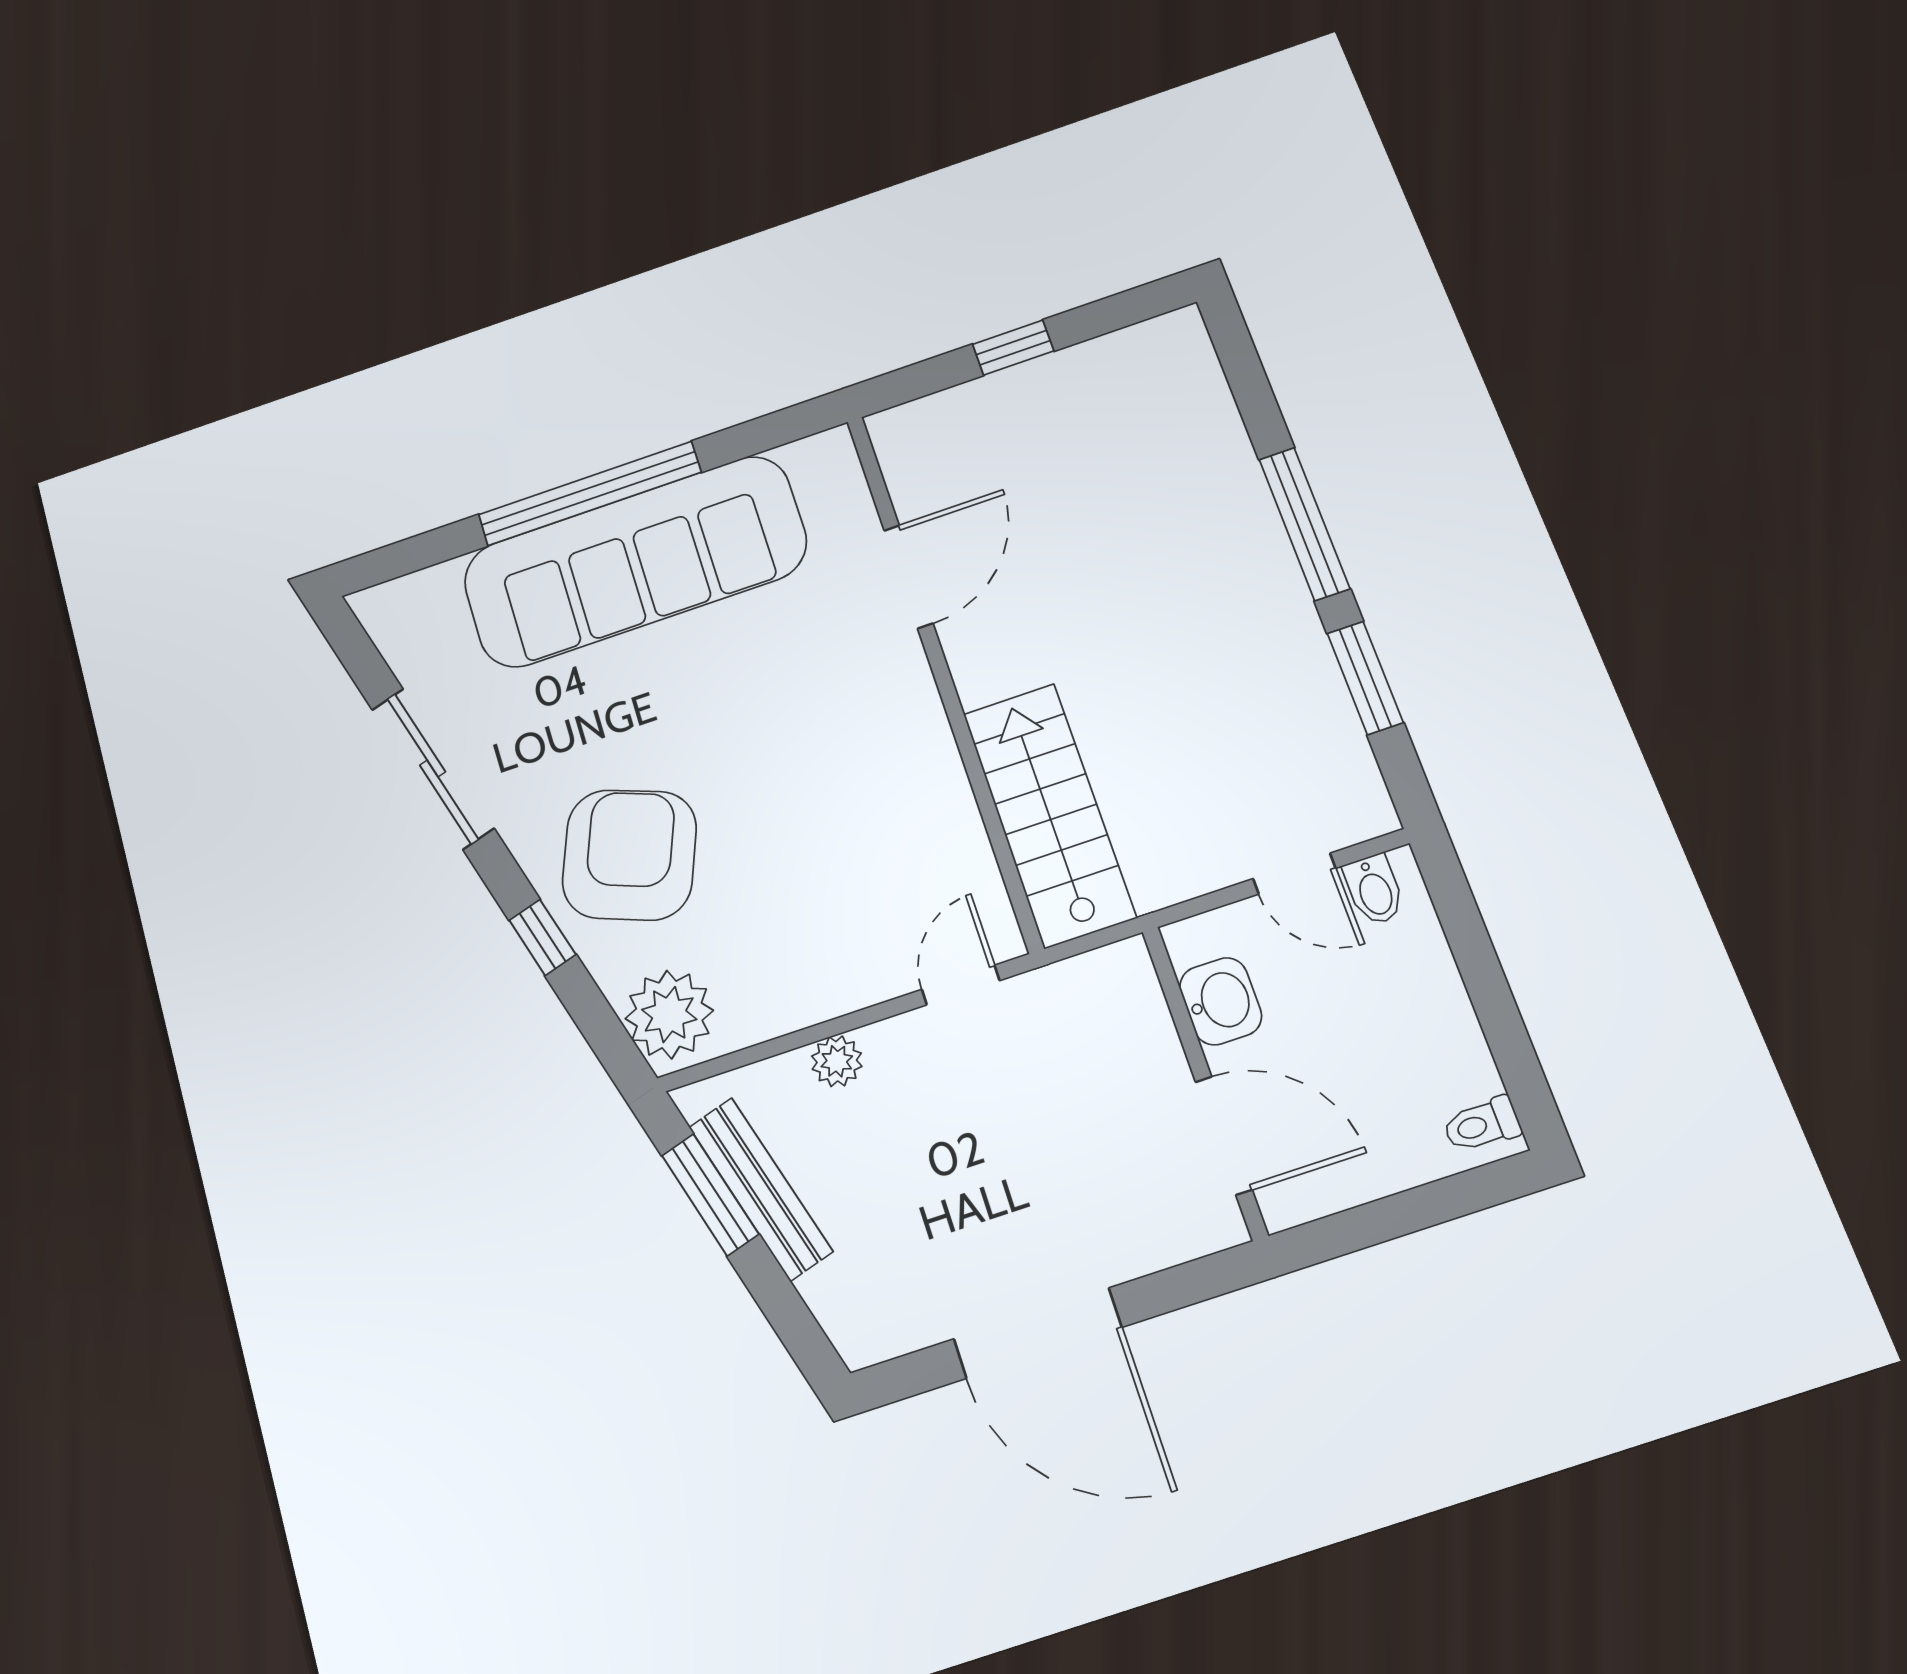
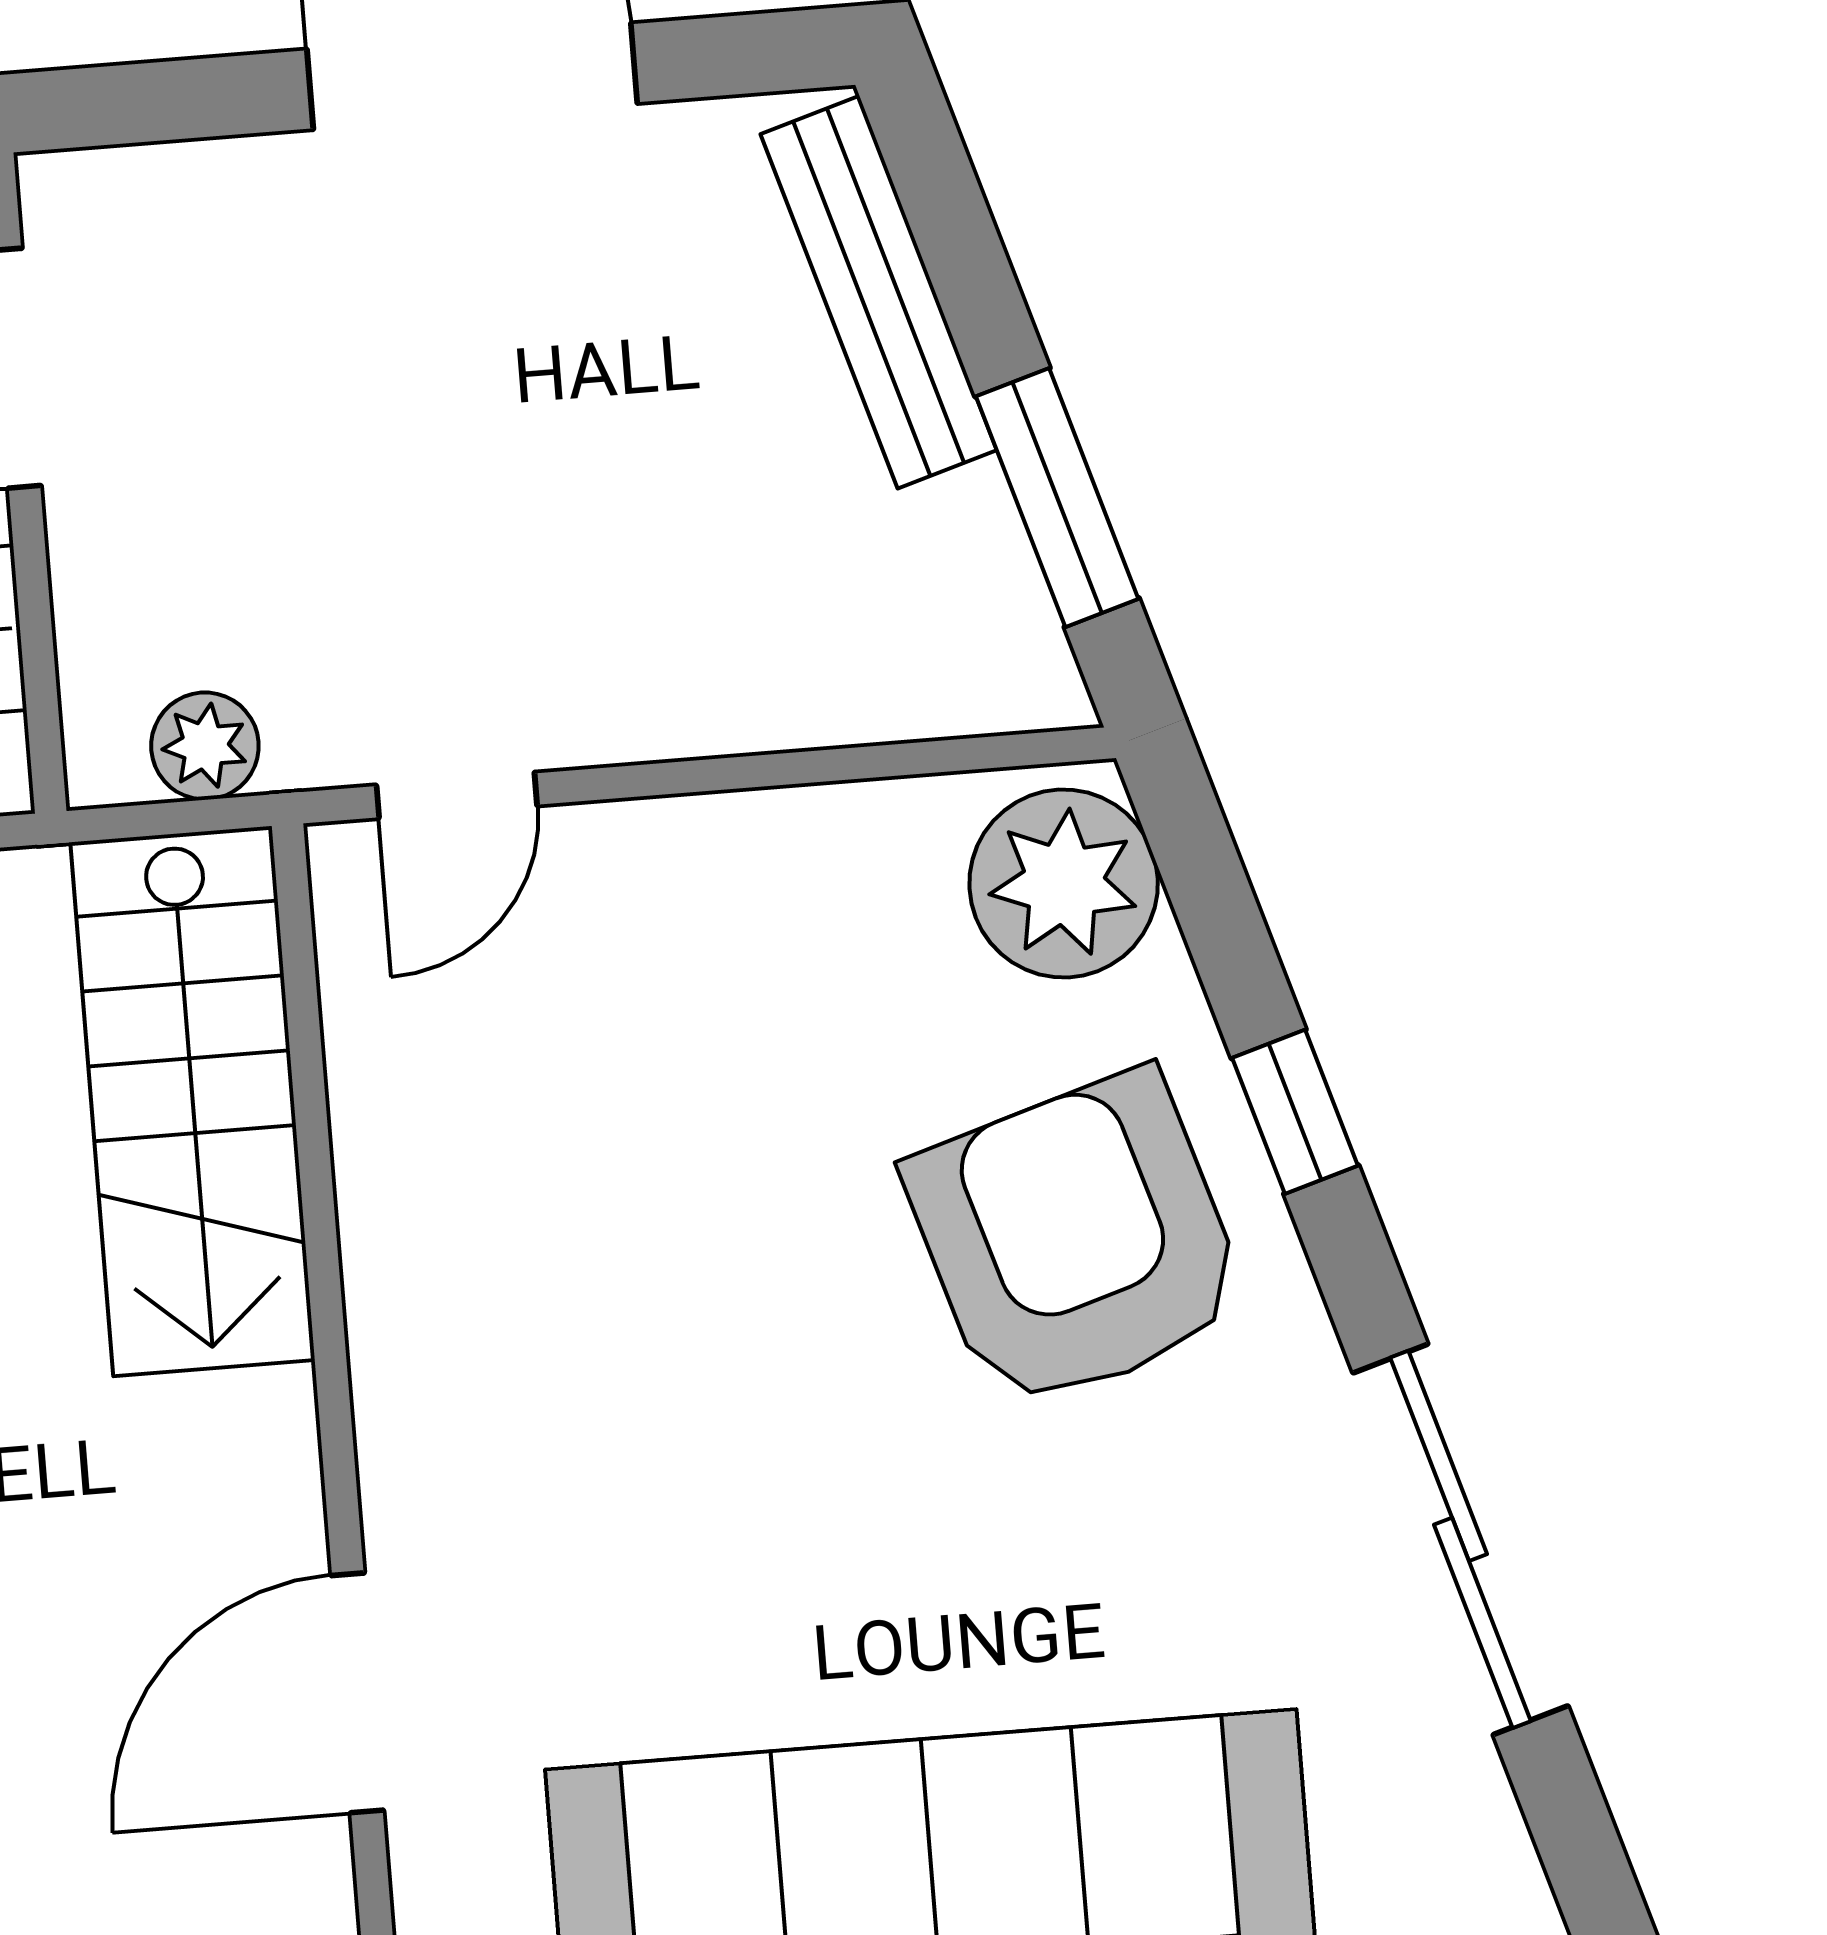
armchair: (629, 855) -> (1077, 1241), turned 142
plant: (837, 1061) -> (205, 746), moved
bench: (761, 1189) -> (879, 292), moved

